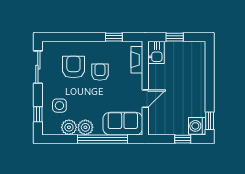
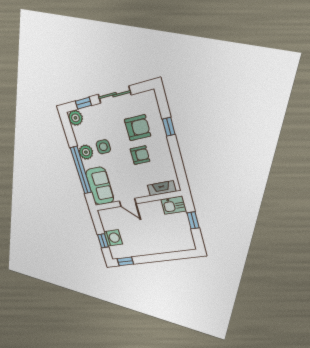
window: (114, 37) -> (169, 127), moved
sliding door: (38, 67) -> (114, 95), moved
side table: (59, 106) -> (103, 147), moved
washing machine: (197, 126) -> (113, 238), moved, turned 90
plant: (69, 127) -> (75, 118), moved

